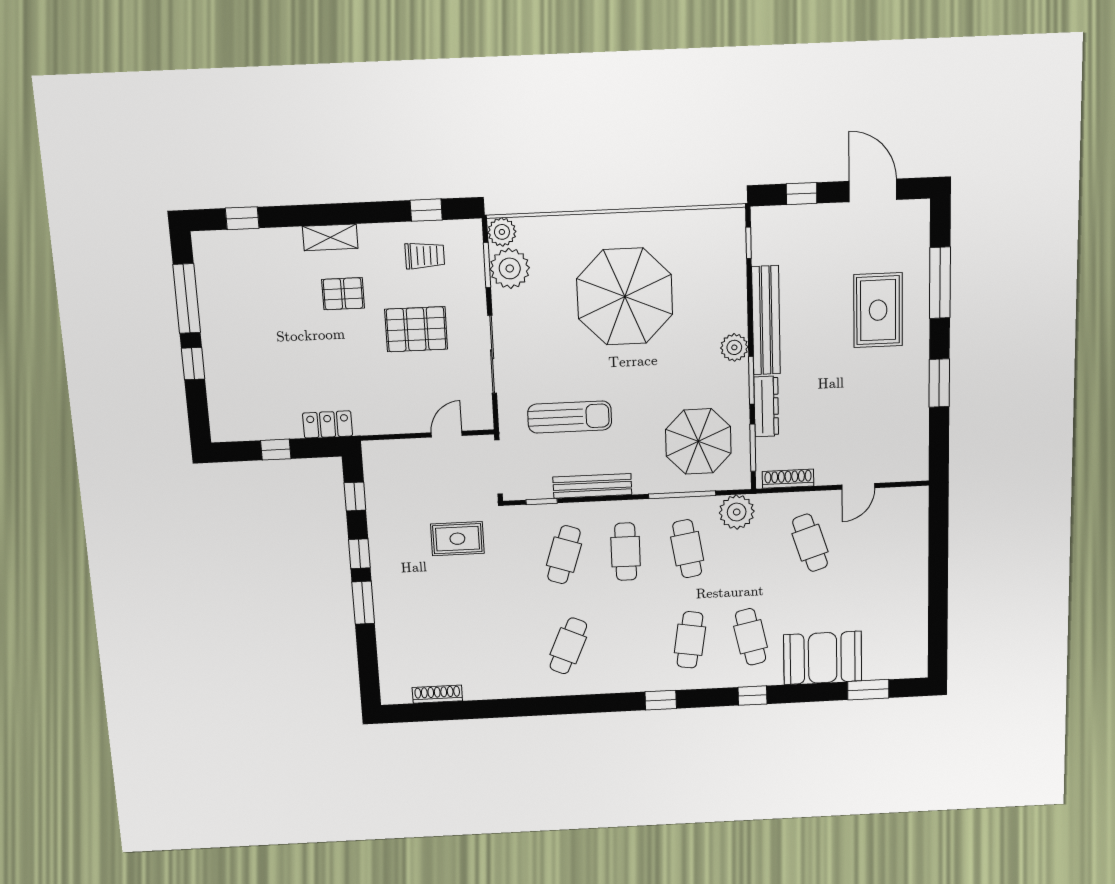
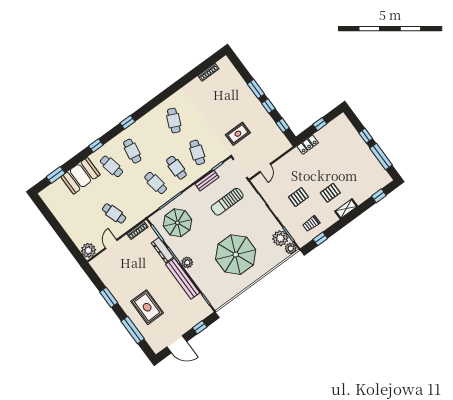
pallet: (416, 329) -> (298, 197), width x0.67, depth x0.71
bench: (592, 486) -> (207, 181), width x0.73
plant: (737, 512) -> (88, 250), moved

